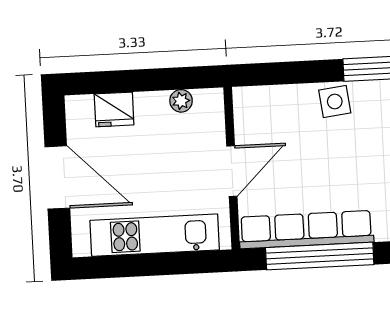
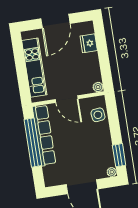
plant: (181, 101) -> (98, 87), moved
side table: (335, 101) -> (98, 115), moved

